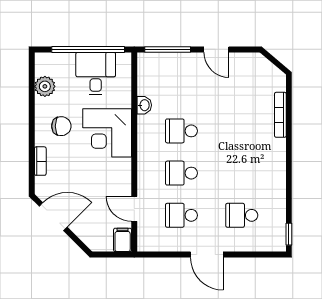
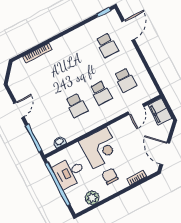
washbasin: (144, 105) -> (60, 142), moved
filing cabinet: (123, 240) -> (160, 112), width x2.00
door: (207, 255) -> (128, 30), moved

